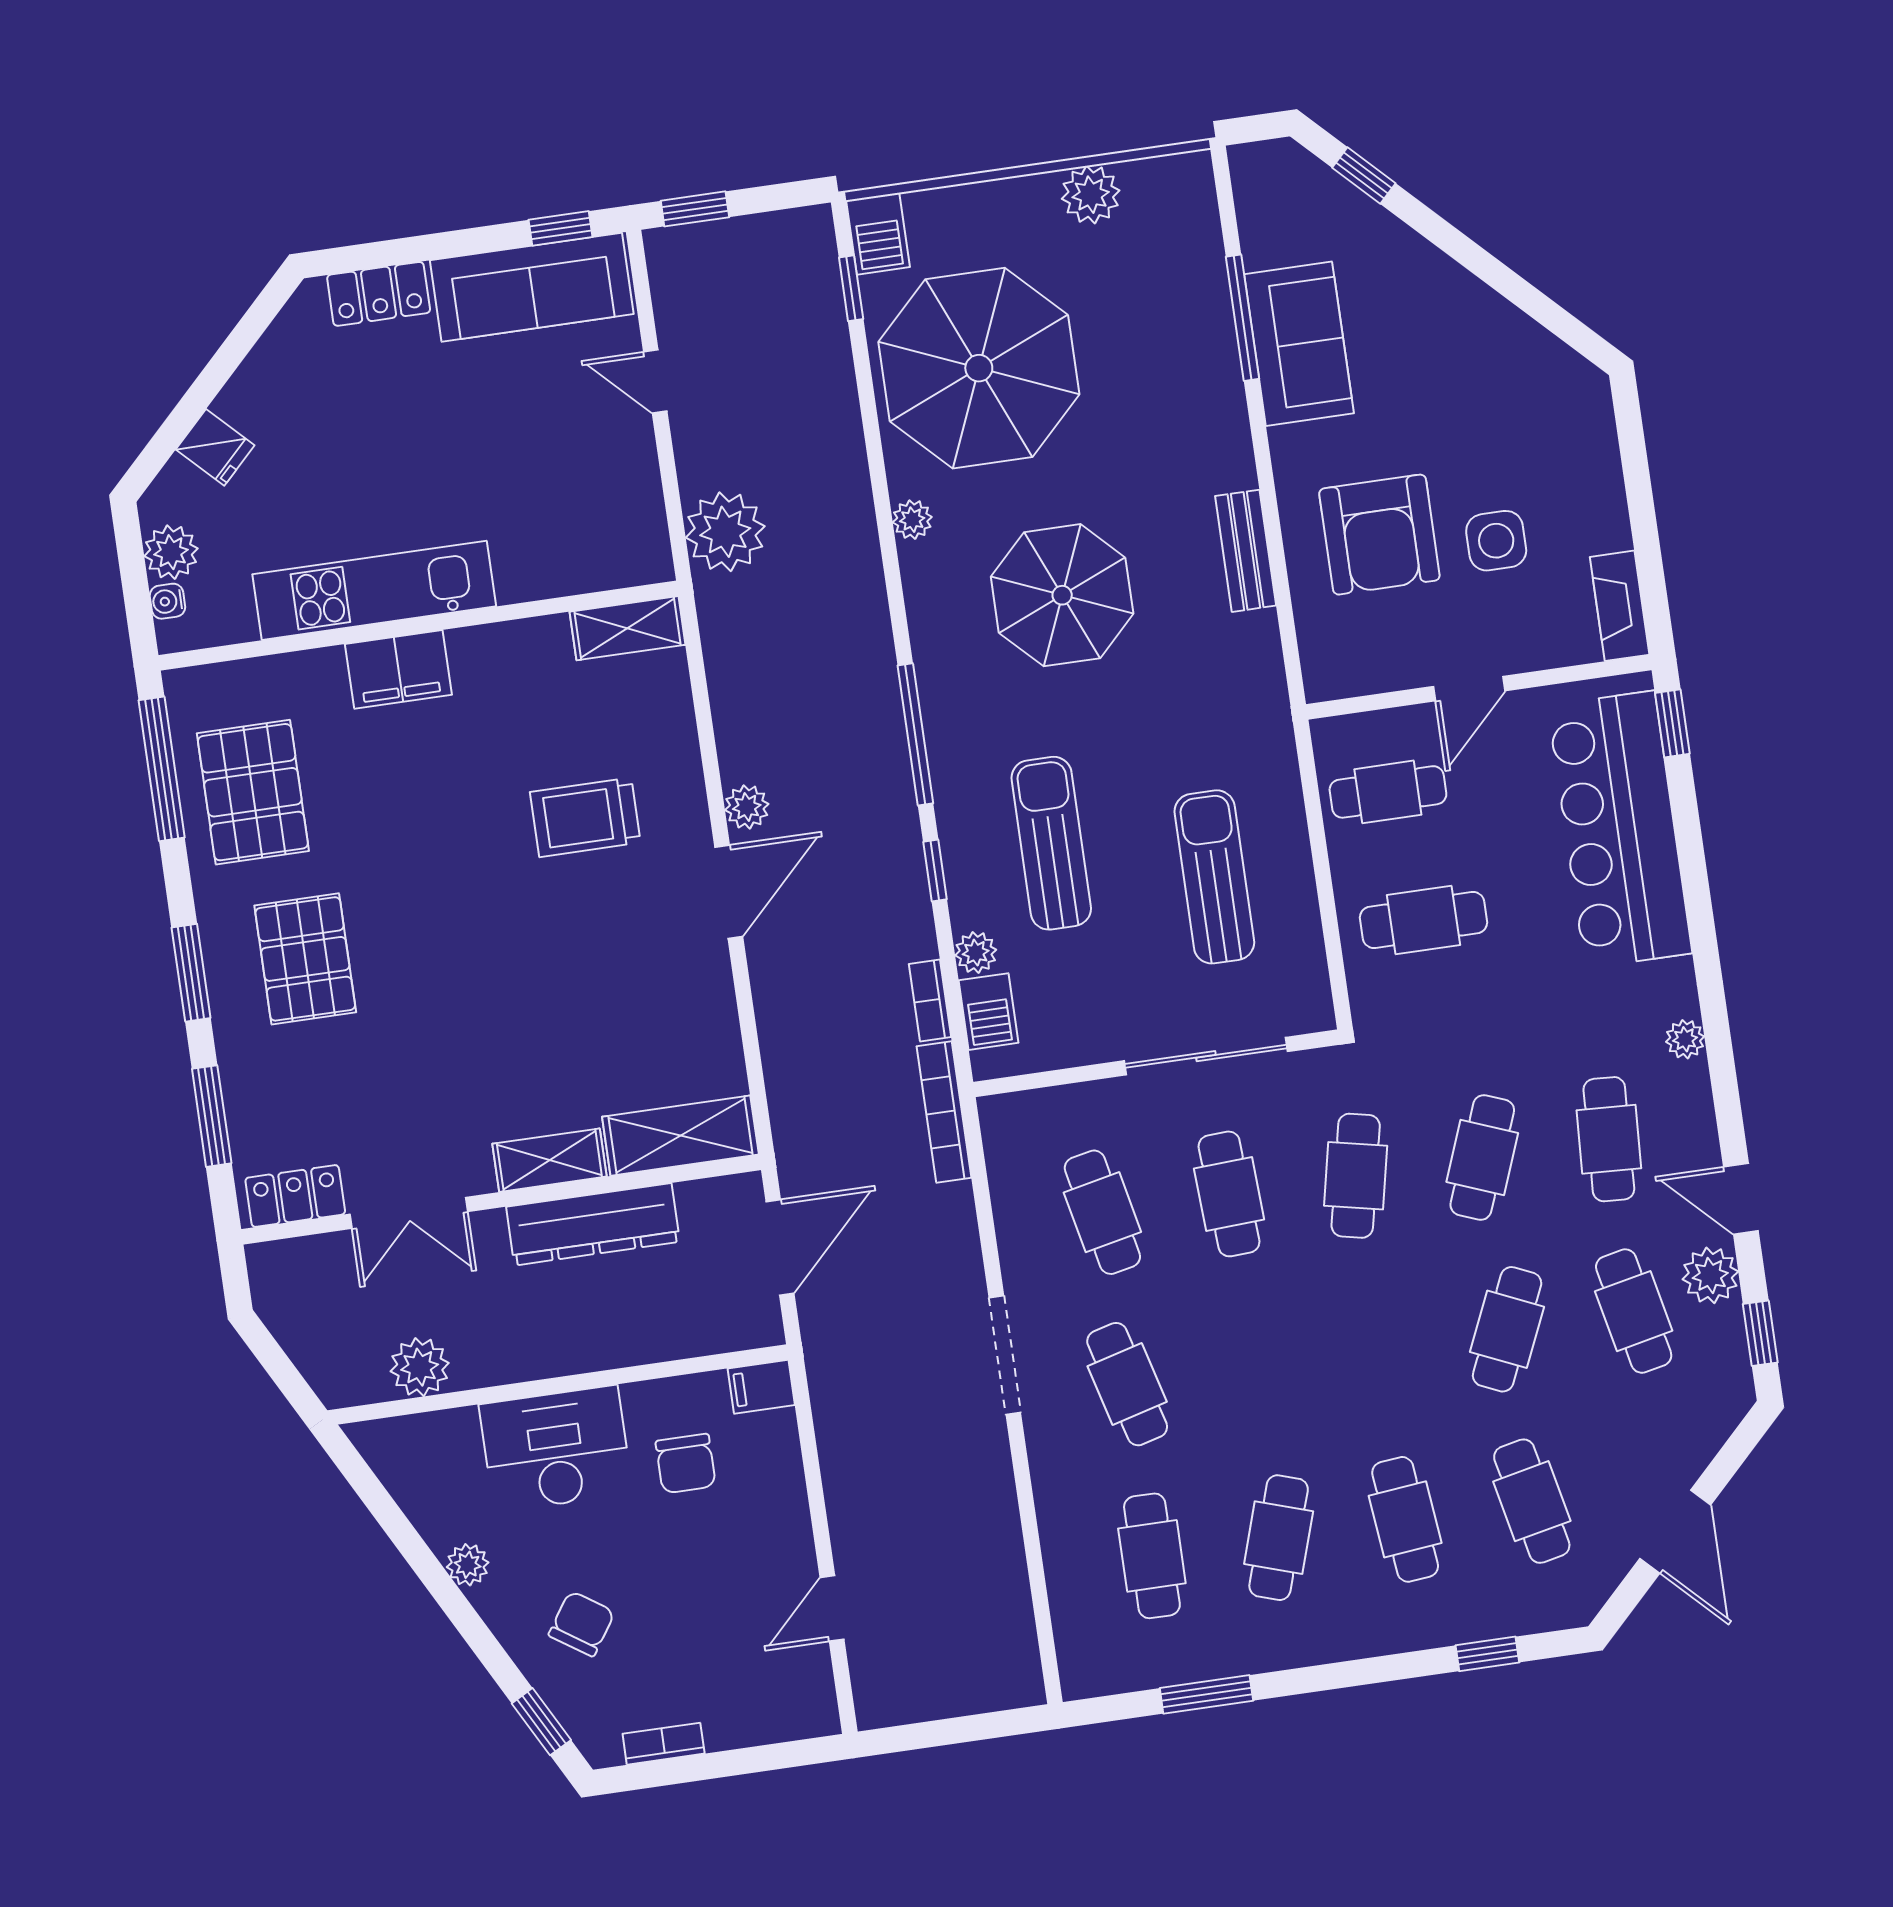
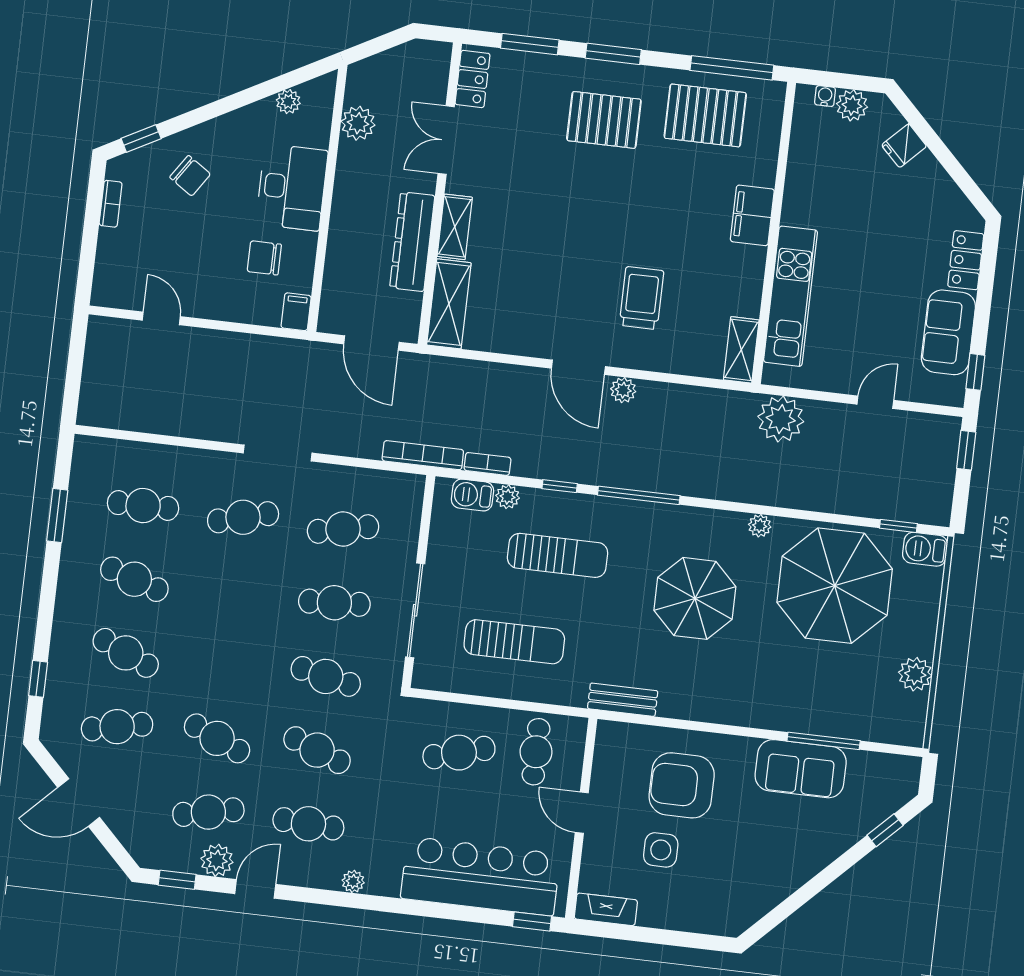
sofa: (532, 287) -> (948, 332), width x0.73
bench: (1246, 551) -> (623, 700), moved
kitchen unit: (374, 590) -> (791, 296), moved
cafe table: (1424, 920) -> (459, 753), turned 74
cafe table: (1405, 1519) -> (126, 653), turned 30
plant: (468, 1565) -> (288, 102), moved

